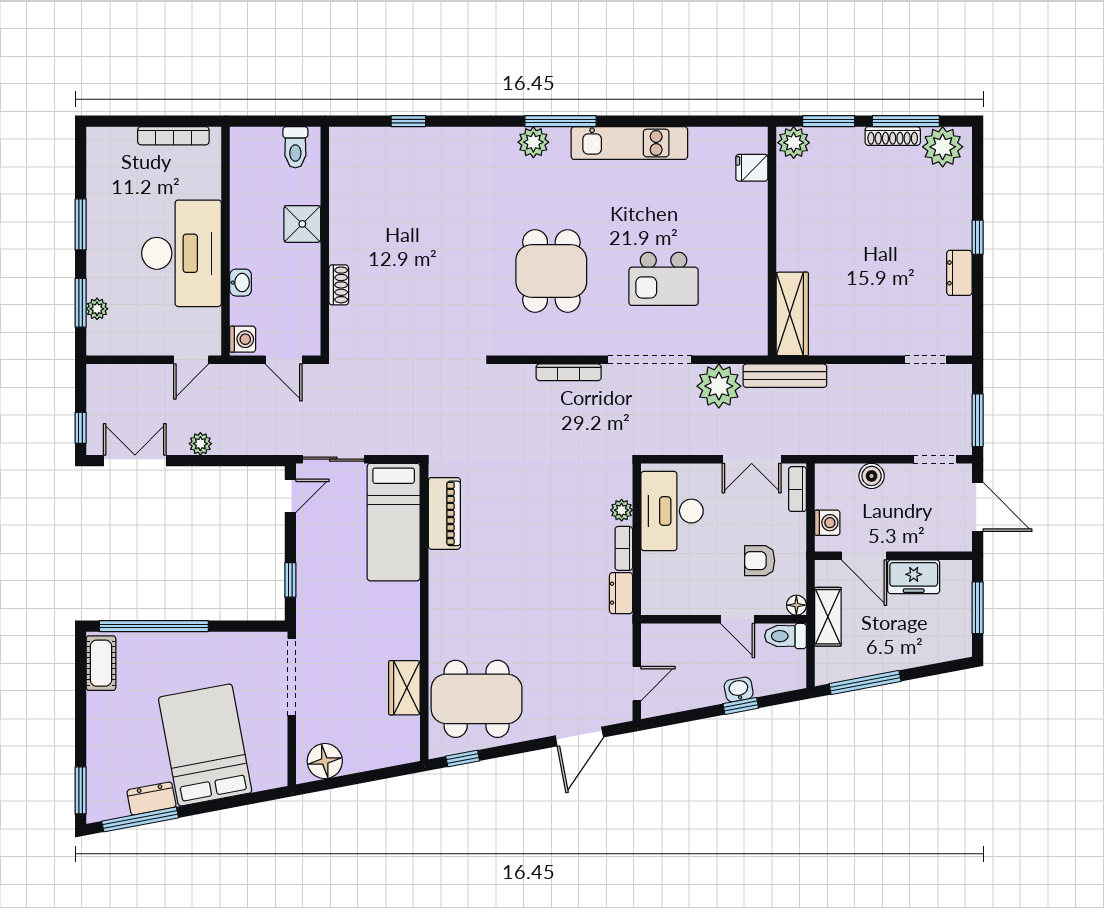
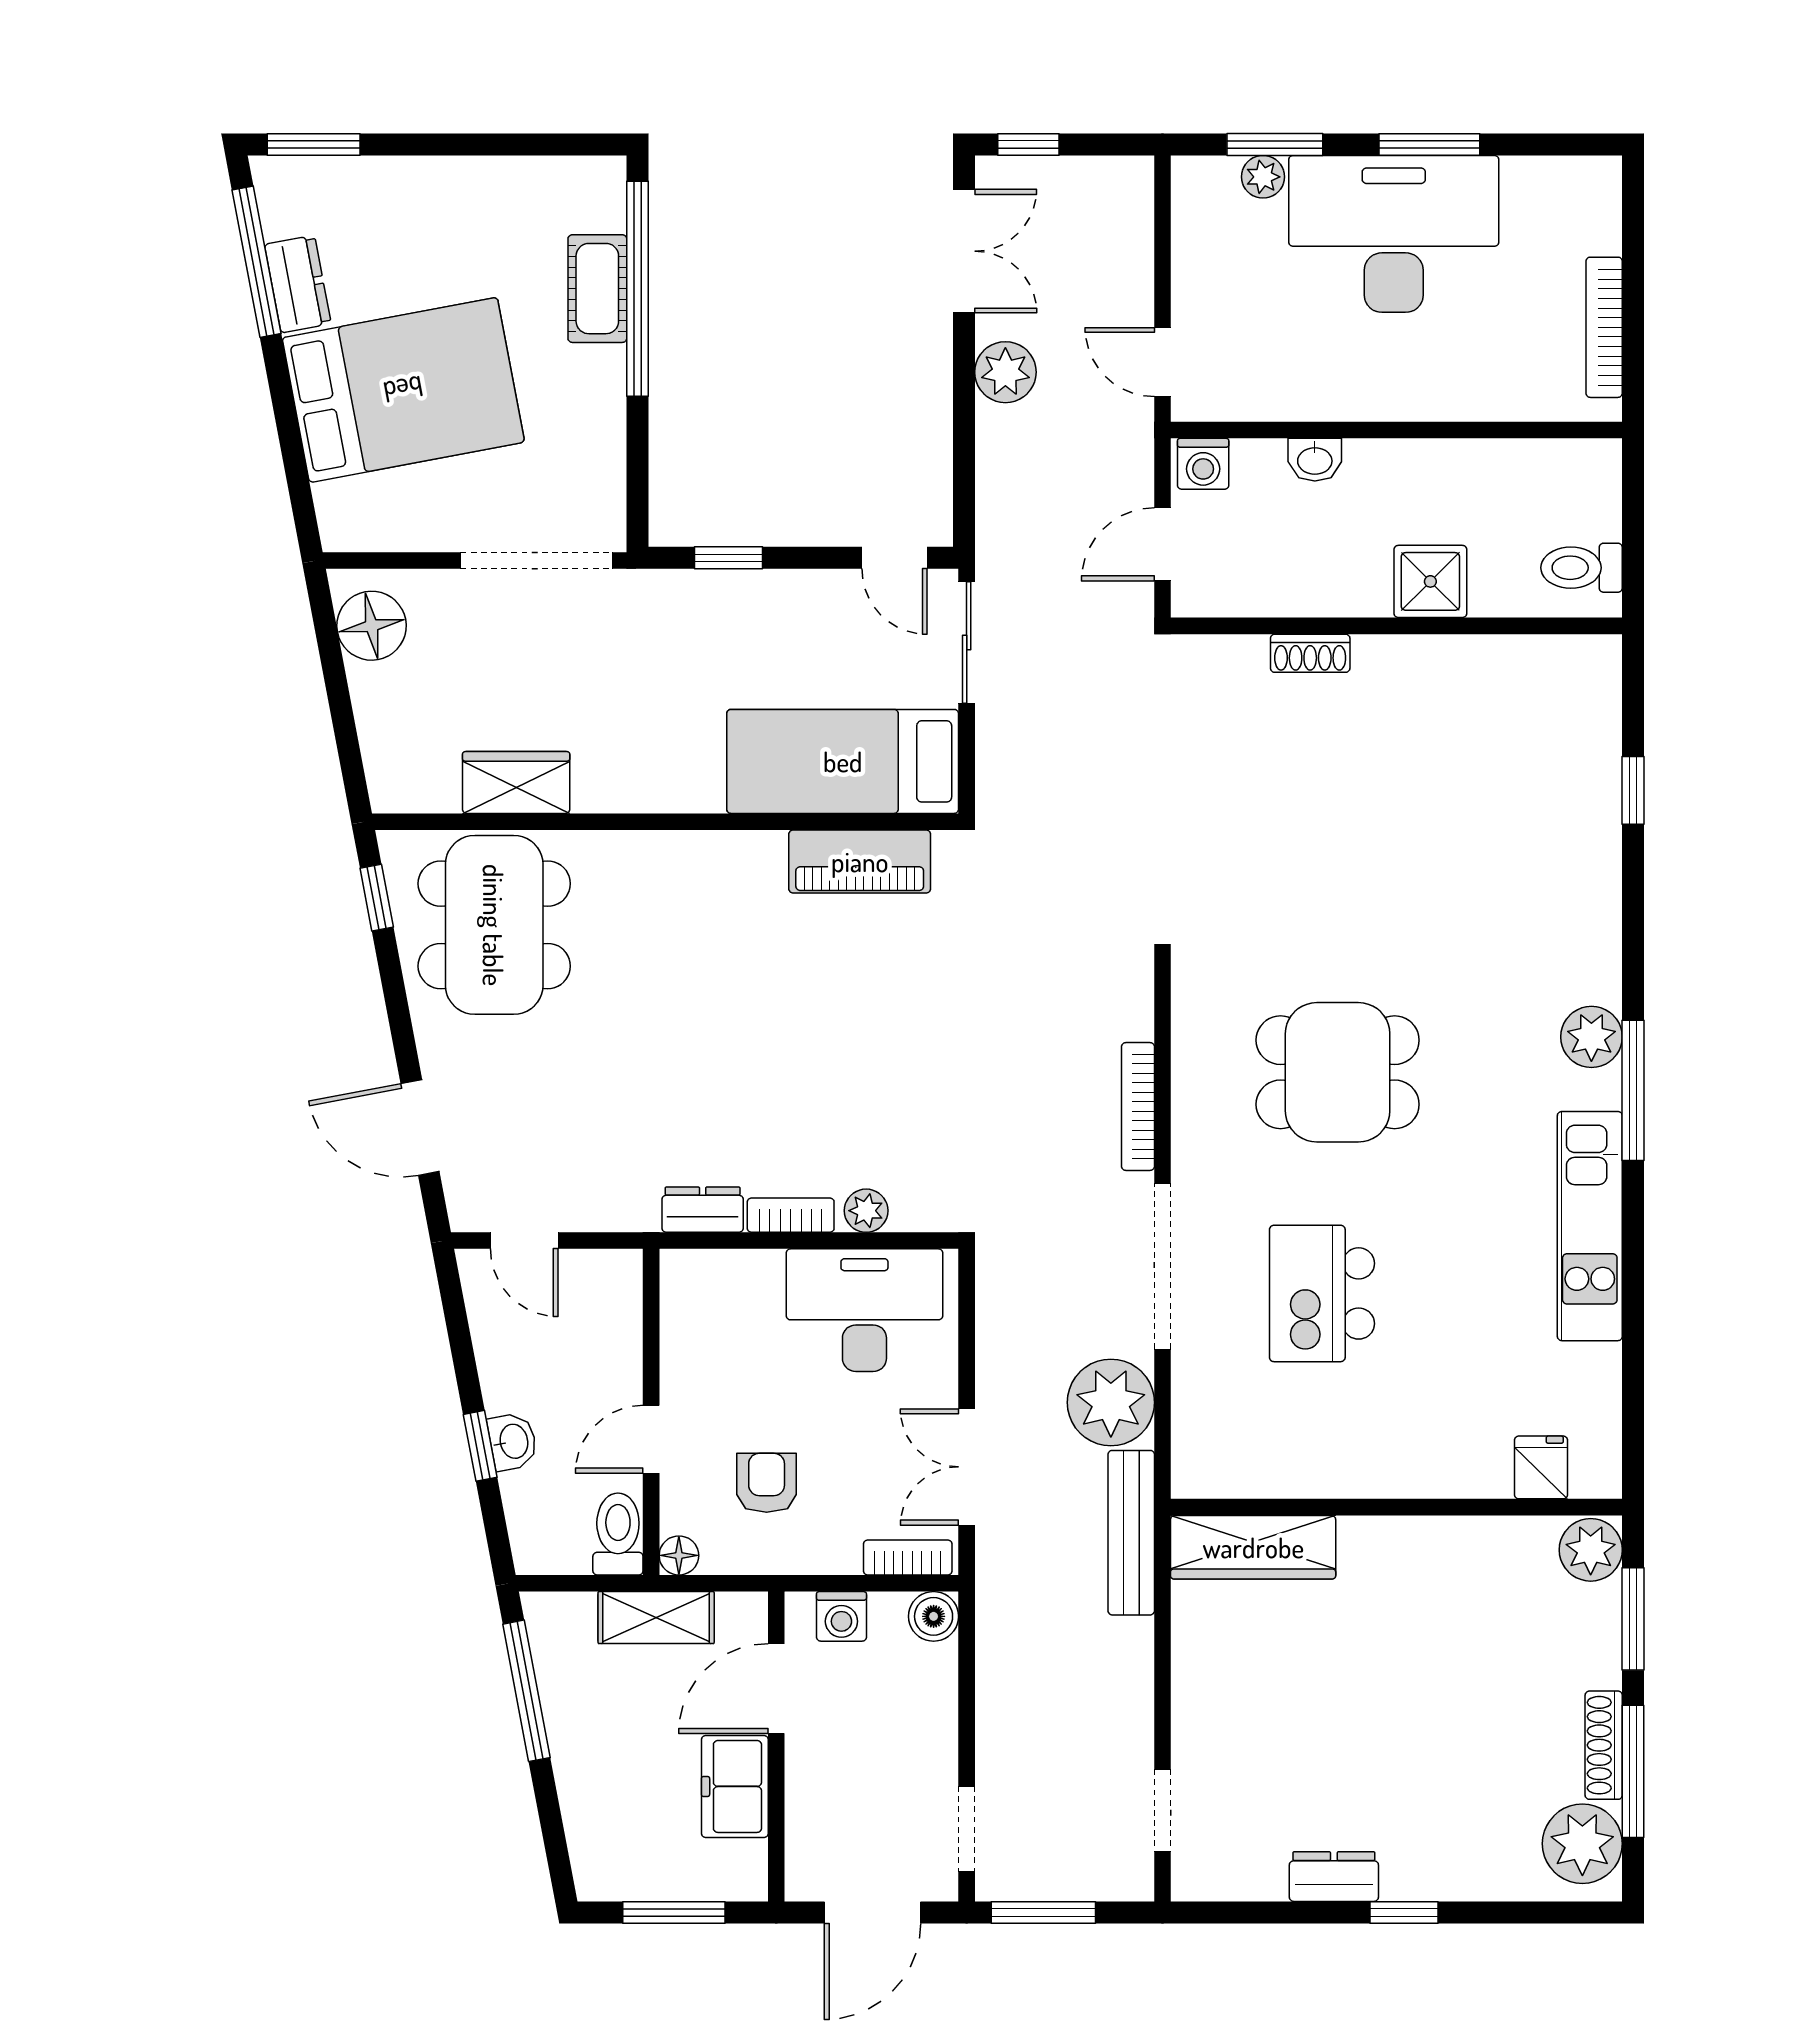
desk: (181, 253) -> (1394, 234), moved, turned 180
plant: (200, 444) -> (1005, 372), width x1.38, depth x1.38
boiler: (872, 476) -> (934, 1616), moved
cot: (101, 663) -> (597, 289), moved, turned 90

